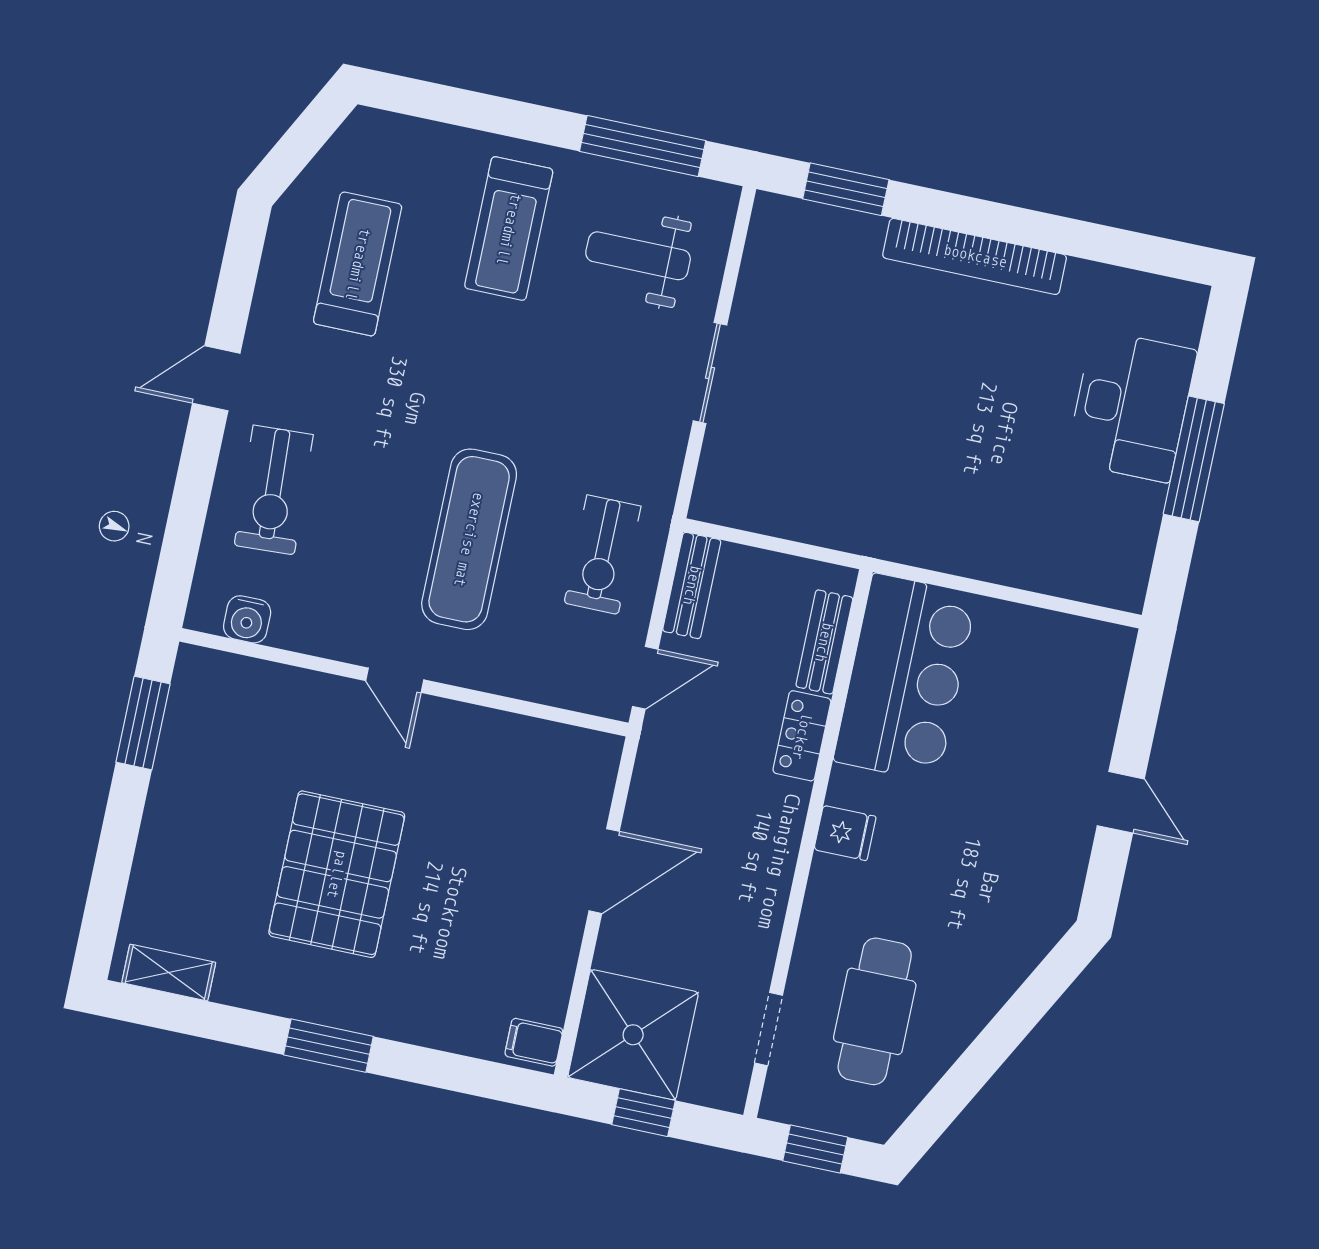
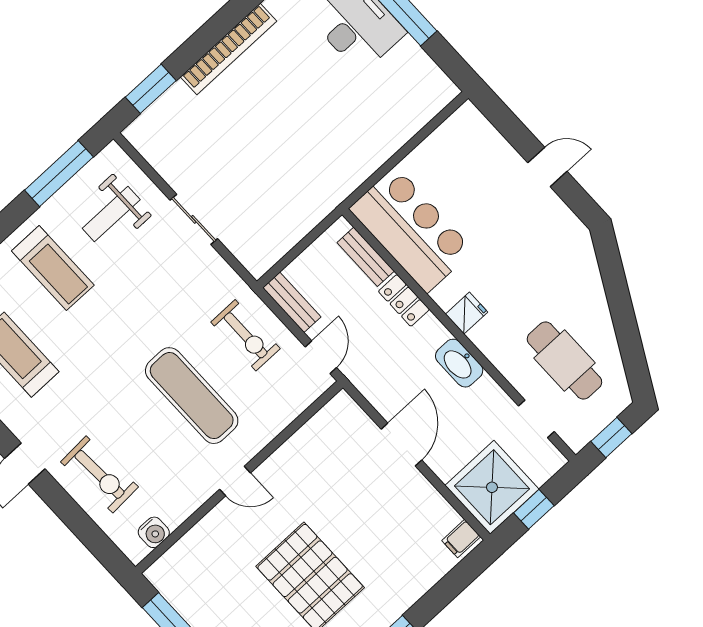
washbasin: (770, 871) -> (459, 363), added

